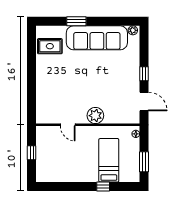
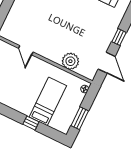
plant: (95, 116) -> (70, 61), moved

